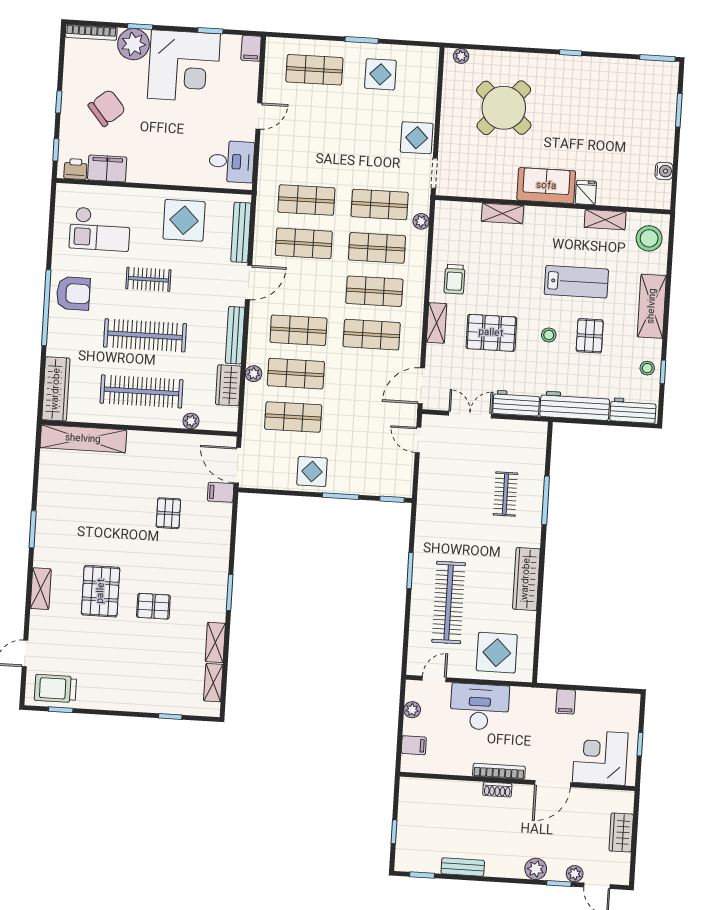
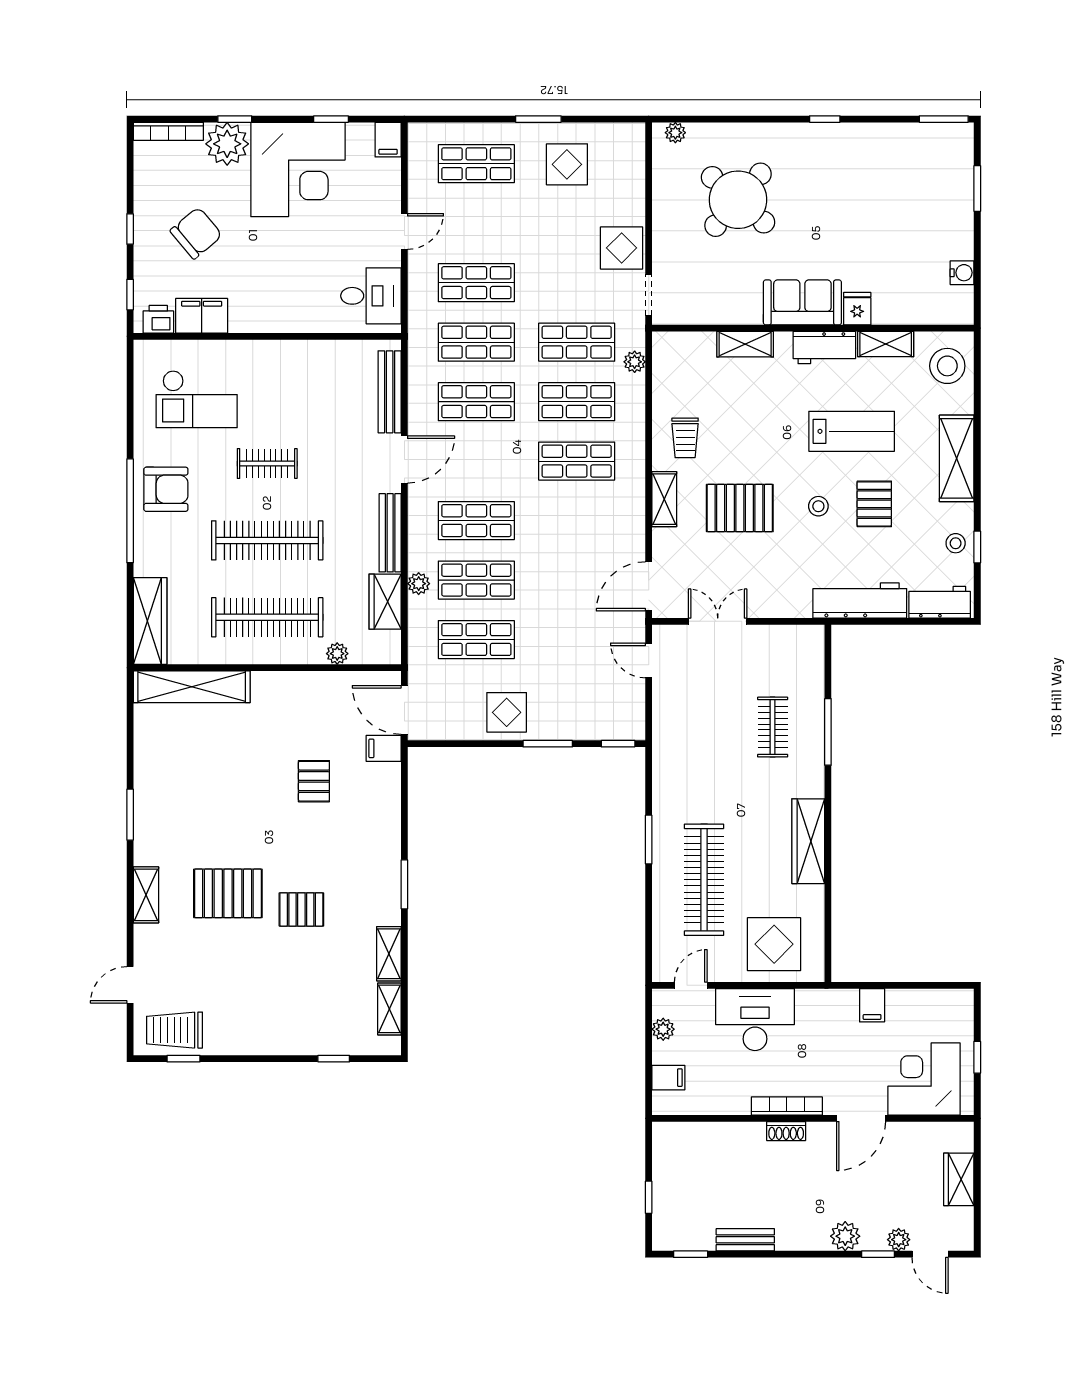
display table: (184, 220) -> (311, 380), removed
shop shelf: (372, 335) -> (476, 283), moved
workbench: (516, 403) -> (824, 348), moved, turned 180
pallet: (101, 591) -> (228, 893), turned 90

